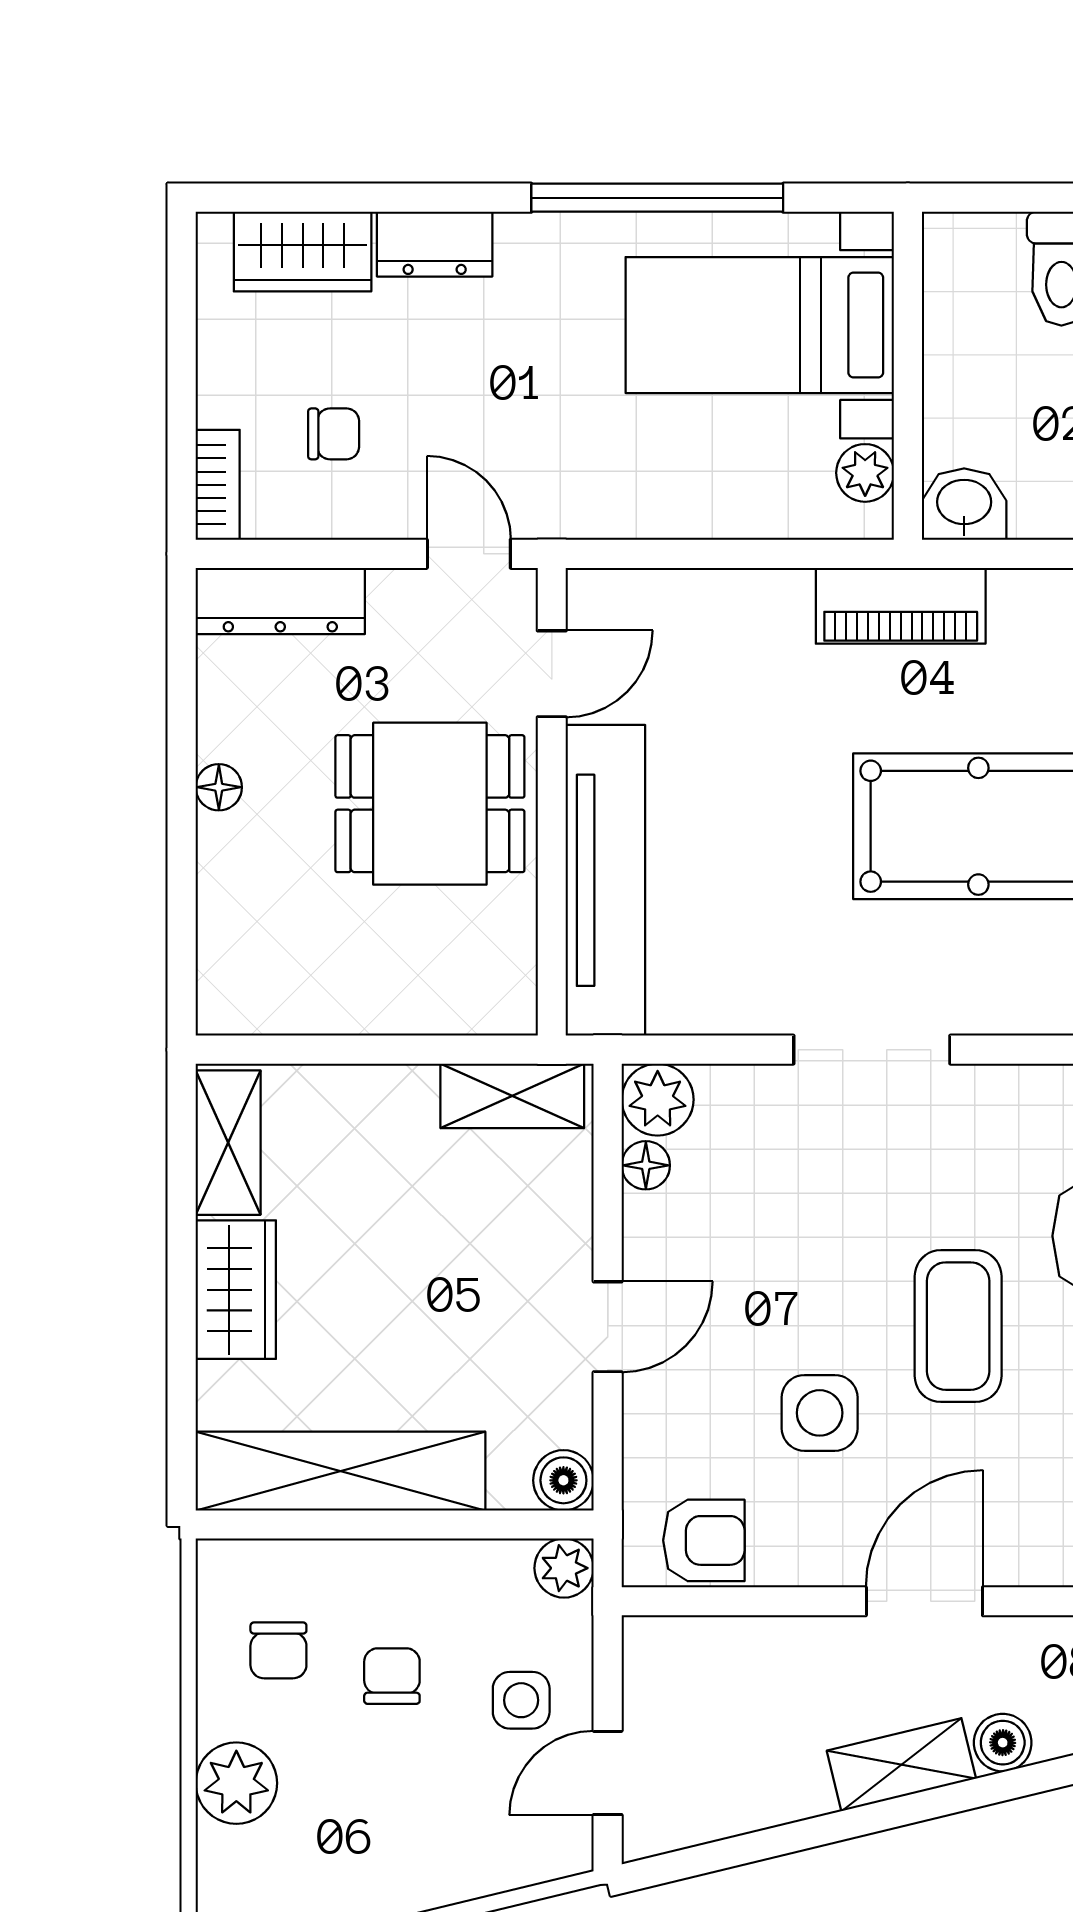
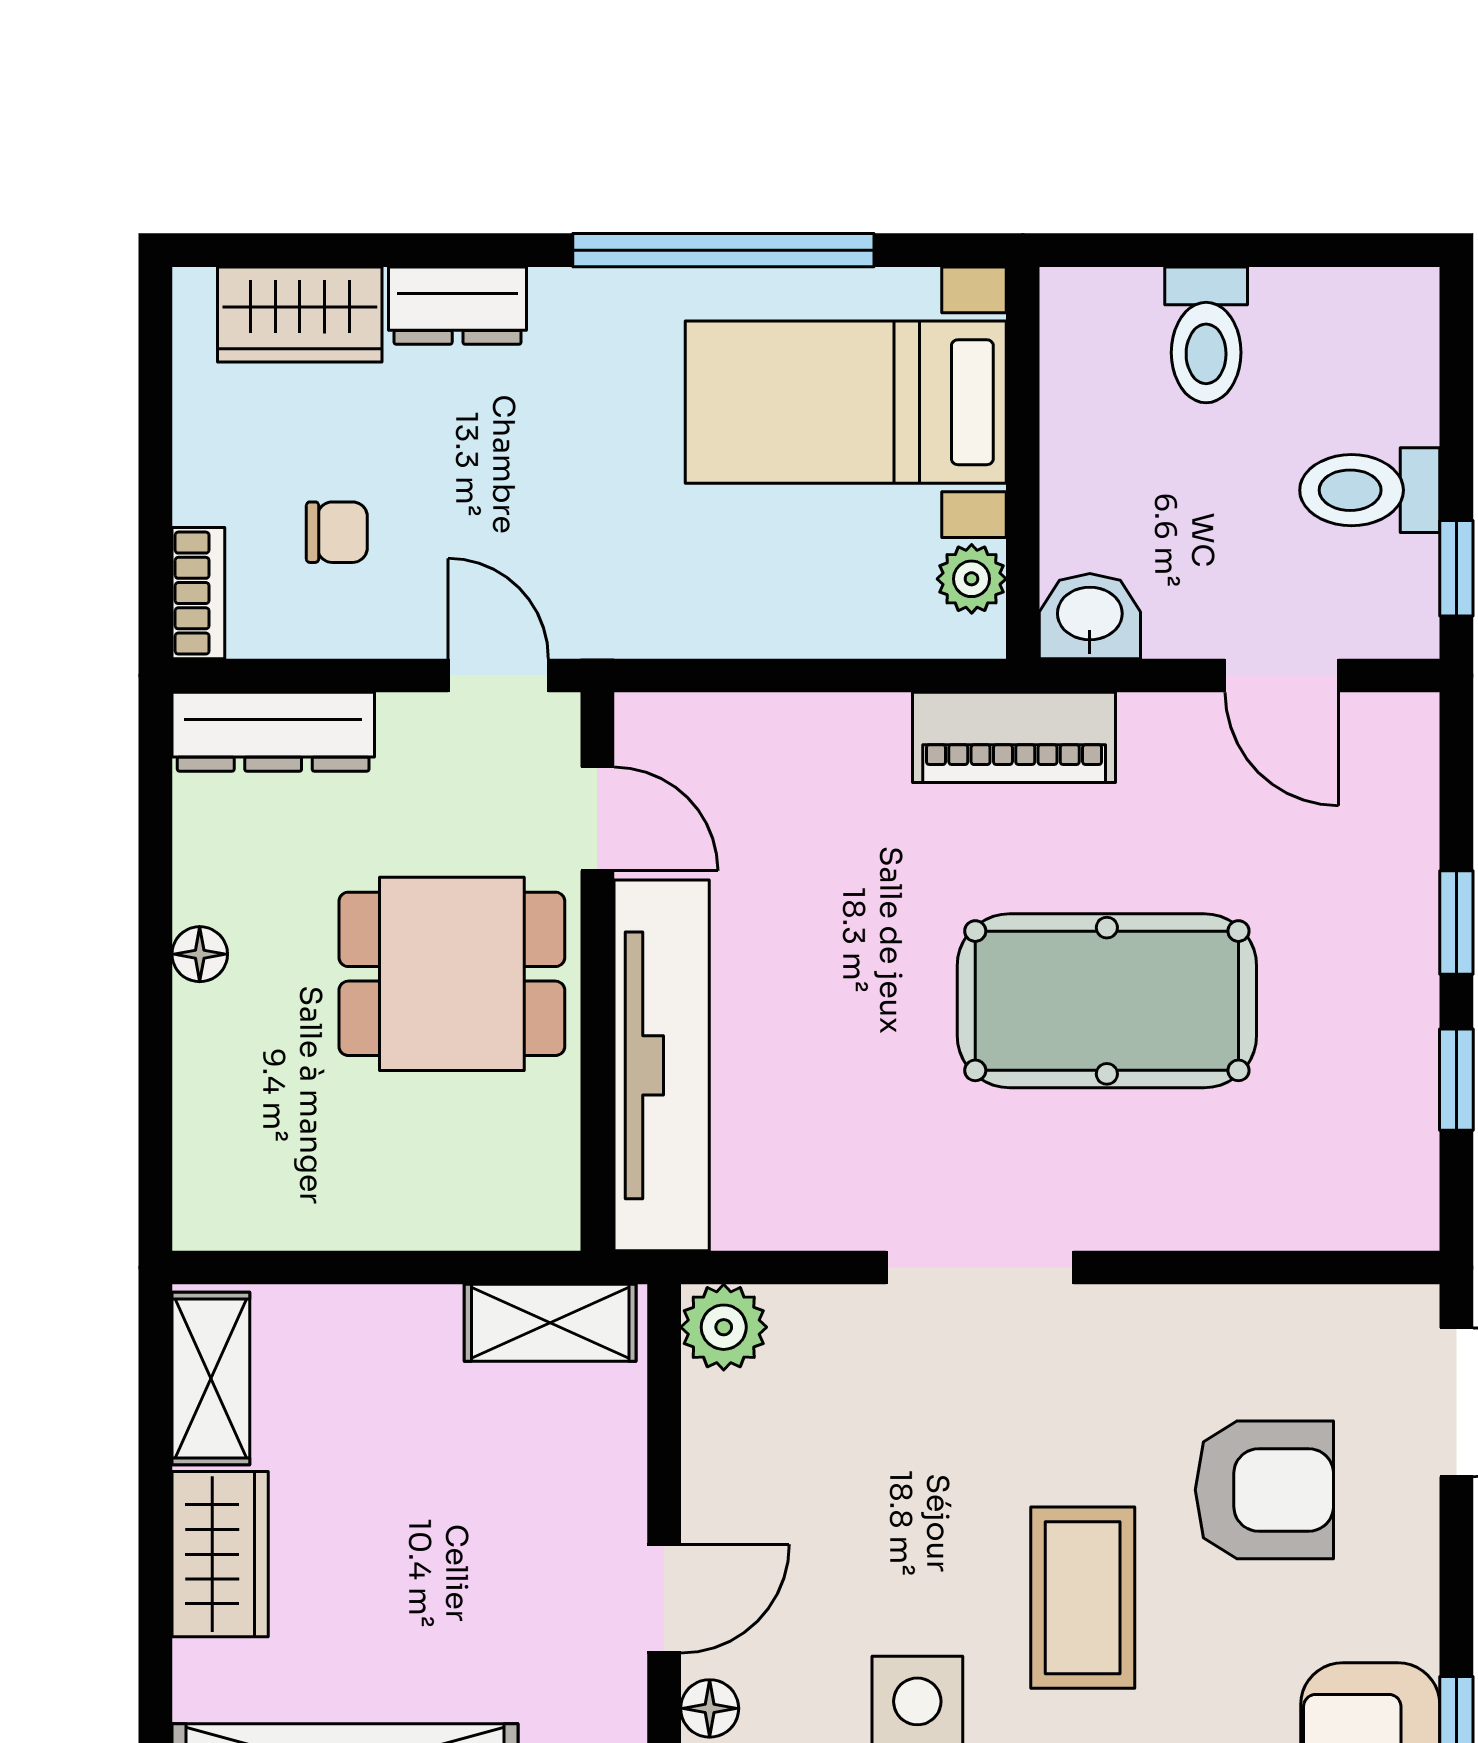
door: (552, 674) -> (597, 819), hinge flipped
floor lamp: (646, 1165) -> (710, 1708), moved

